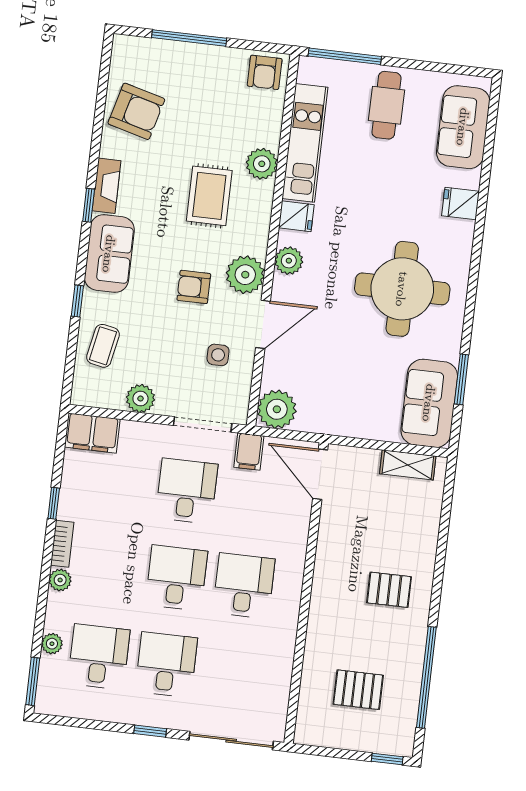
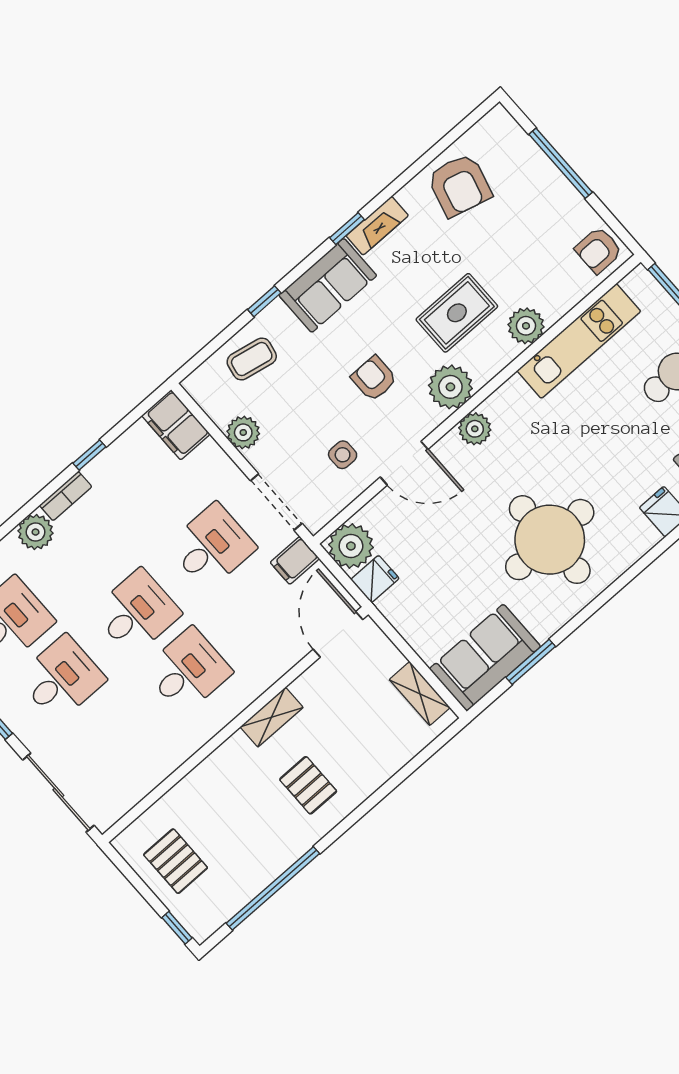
fridge: (296, 216) -> (375, 579), moved, turned -90
plant: (245, 275) -> (450, 387), moved
shelving: (325, 567) -> (272, 717), added
plant: (60, 580) -> (36, 532), width x1.38, depth x1.38
pallet: (358, 690) -> (176, 861), moved

